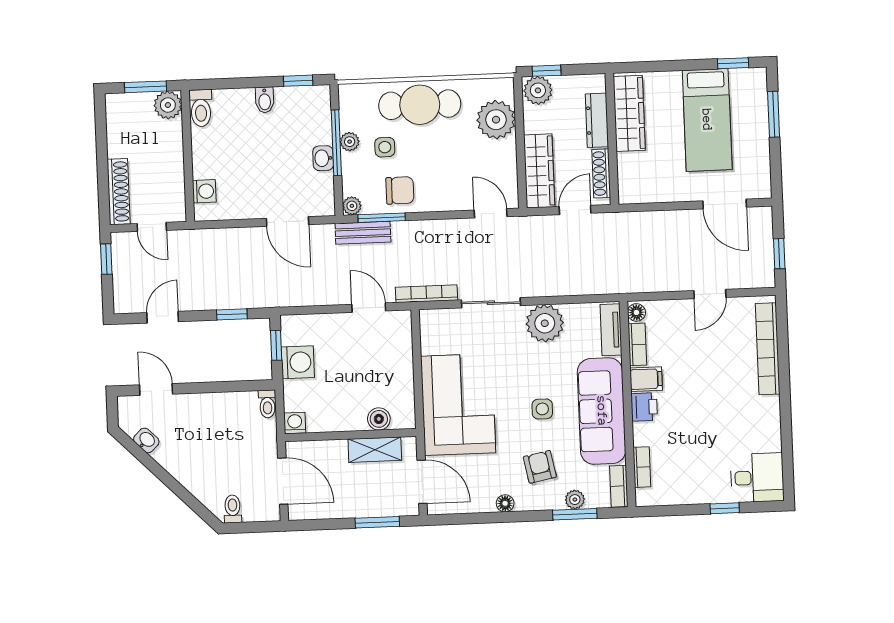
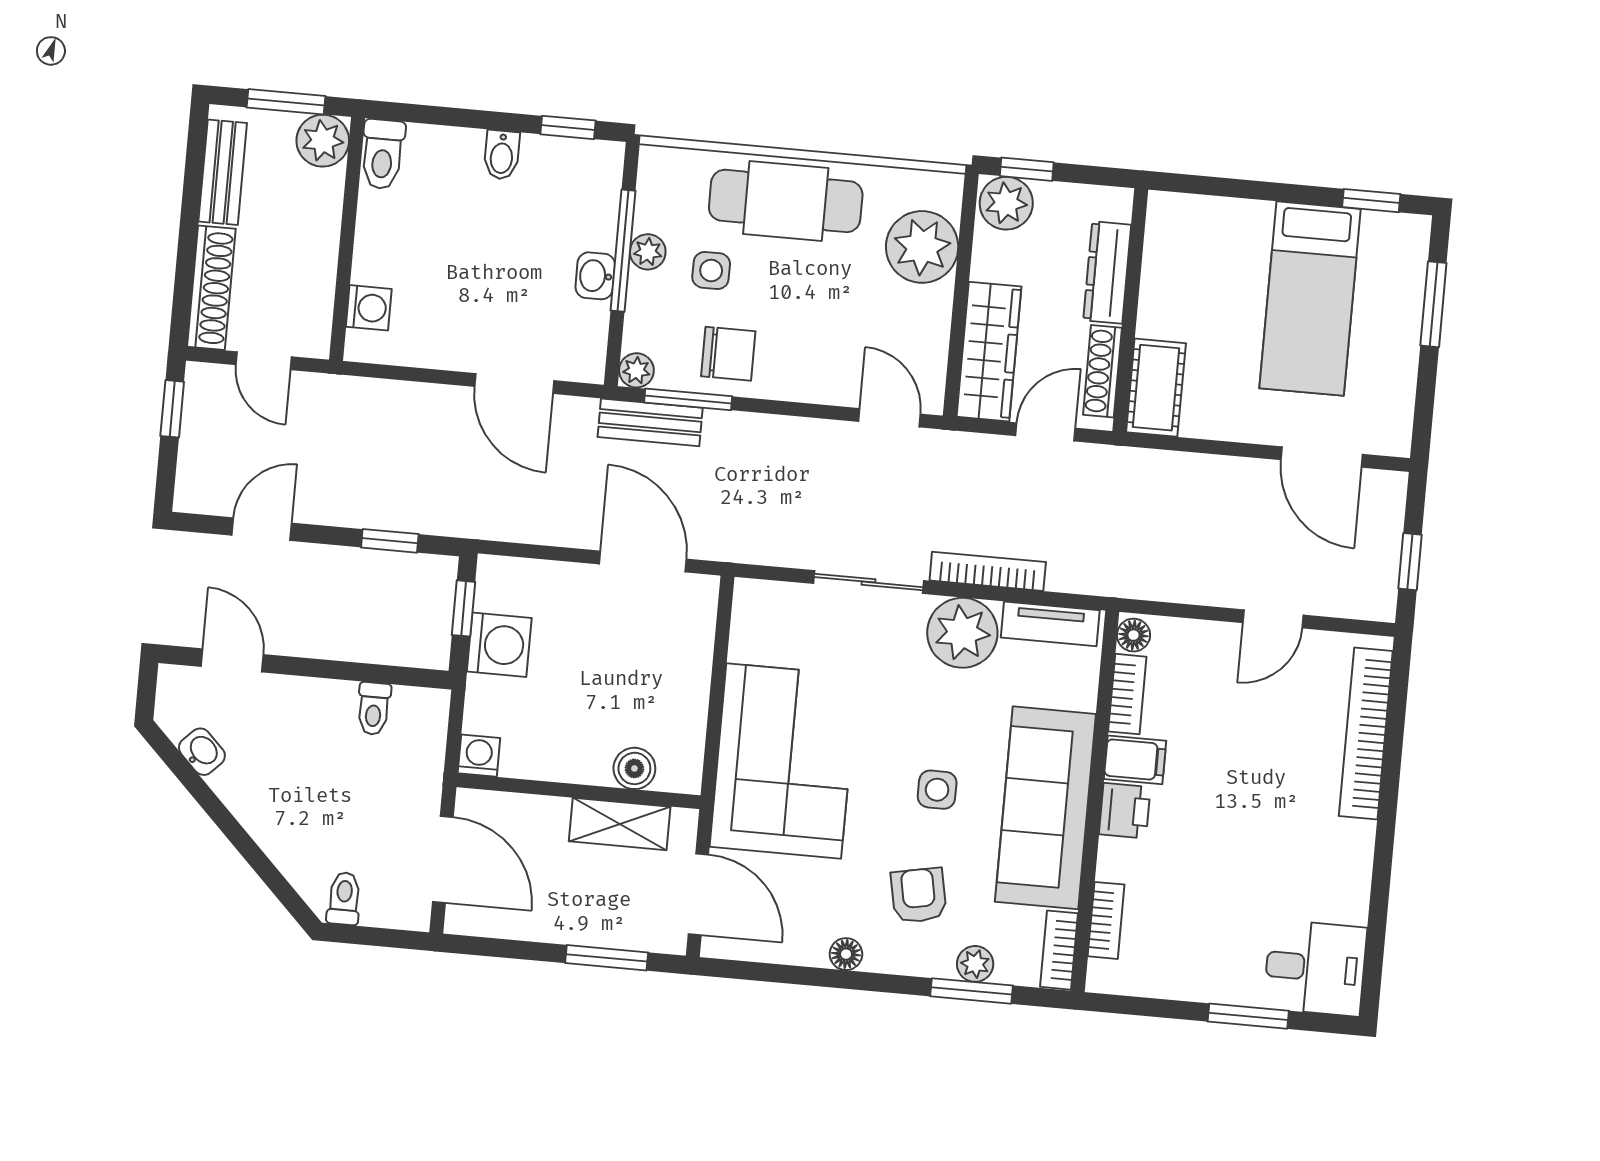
wardrobe: (629, 113) -> (1168, 268), removed
bench: (117, 129) -> (223, 172), added
cot: (631, 178) -> (1156, 388), added
bookcase: (426, 294) -> (988, 571), moved
door: (369, 308) -> (643, 562), width x1.38
tv unit: (611, 330) -> (1050, 624), moved, turned -90
toilet: (267, 404) -> (374, 709), moved
window: (725, 508) -> (1248, 1016), width x1.50

